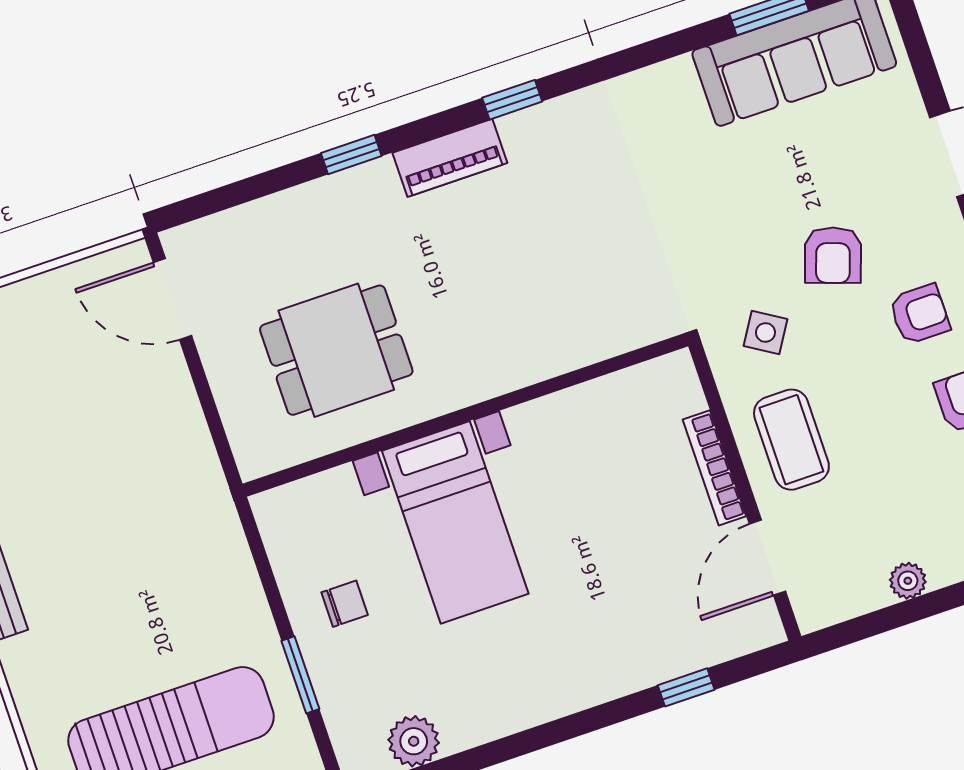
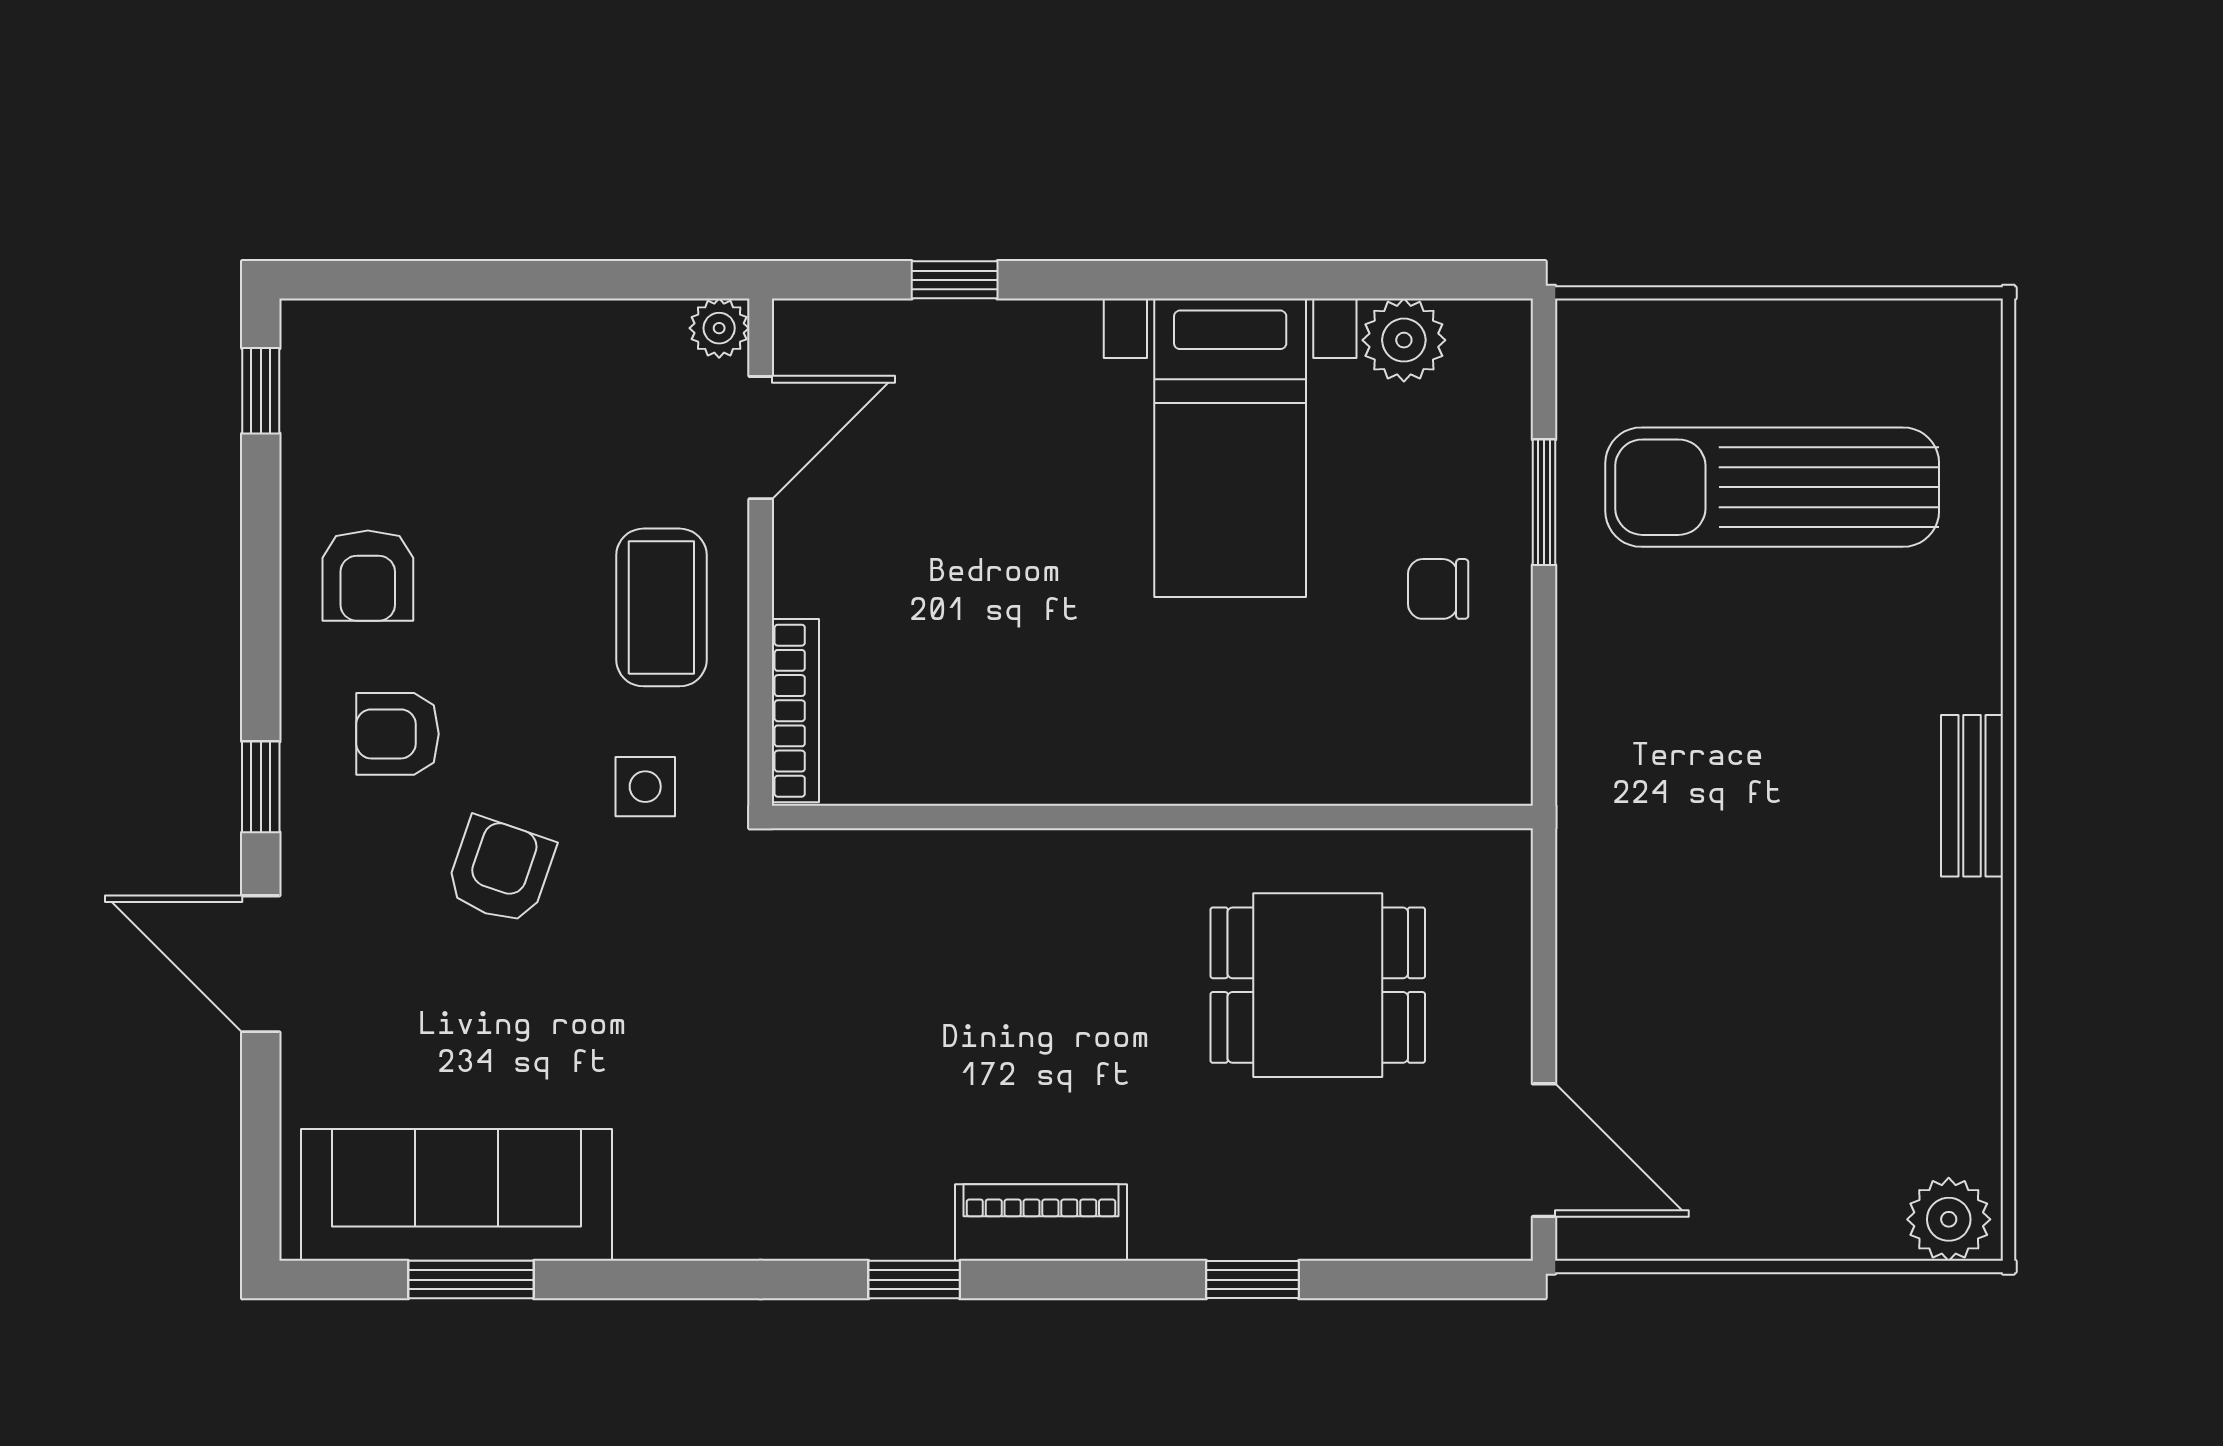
window: (351, 154) -> (1252, 1280), moved
side table: (765, 333) -> (645, 787), turned -32
bookcase: (714, 468) -> (795, 711), moved
bed with nightstands: (455, 522) -> (1230, 448), moved, turned 180
plant: (908, 581) -> (719, 328), moved

